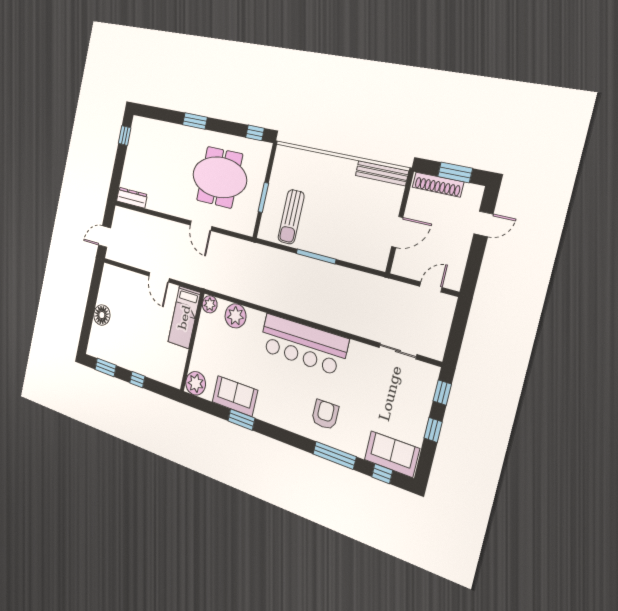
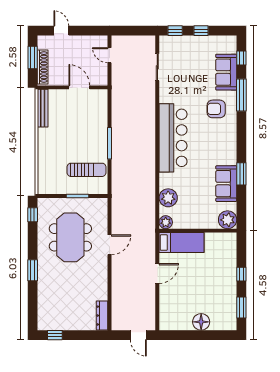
sofa: (392, 454) -> (226, 72), moved

